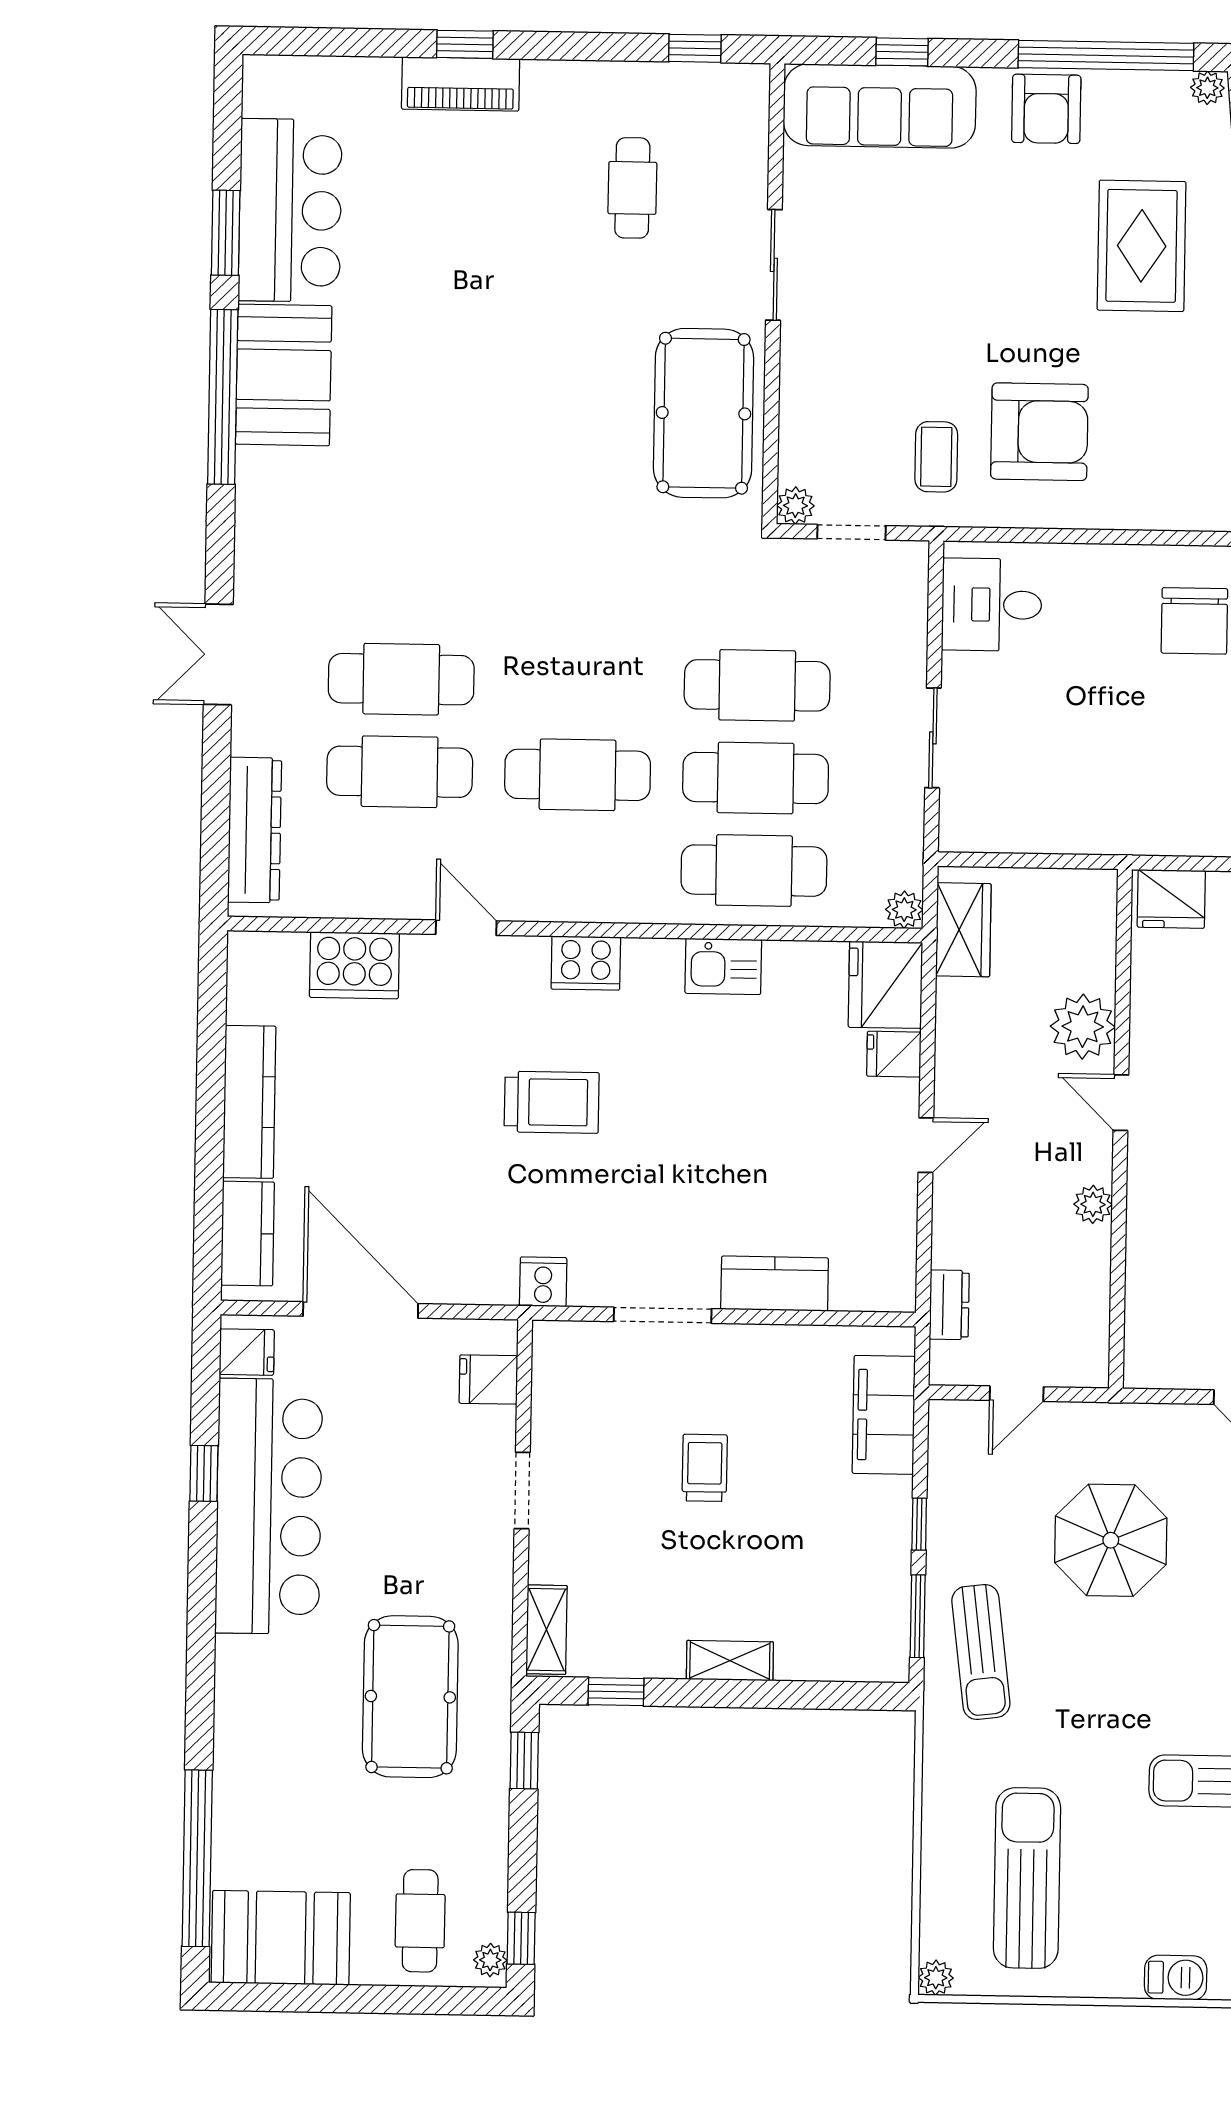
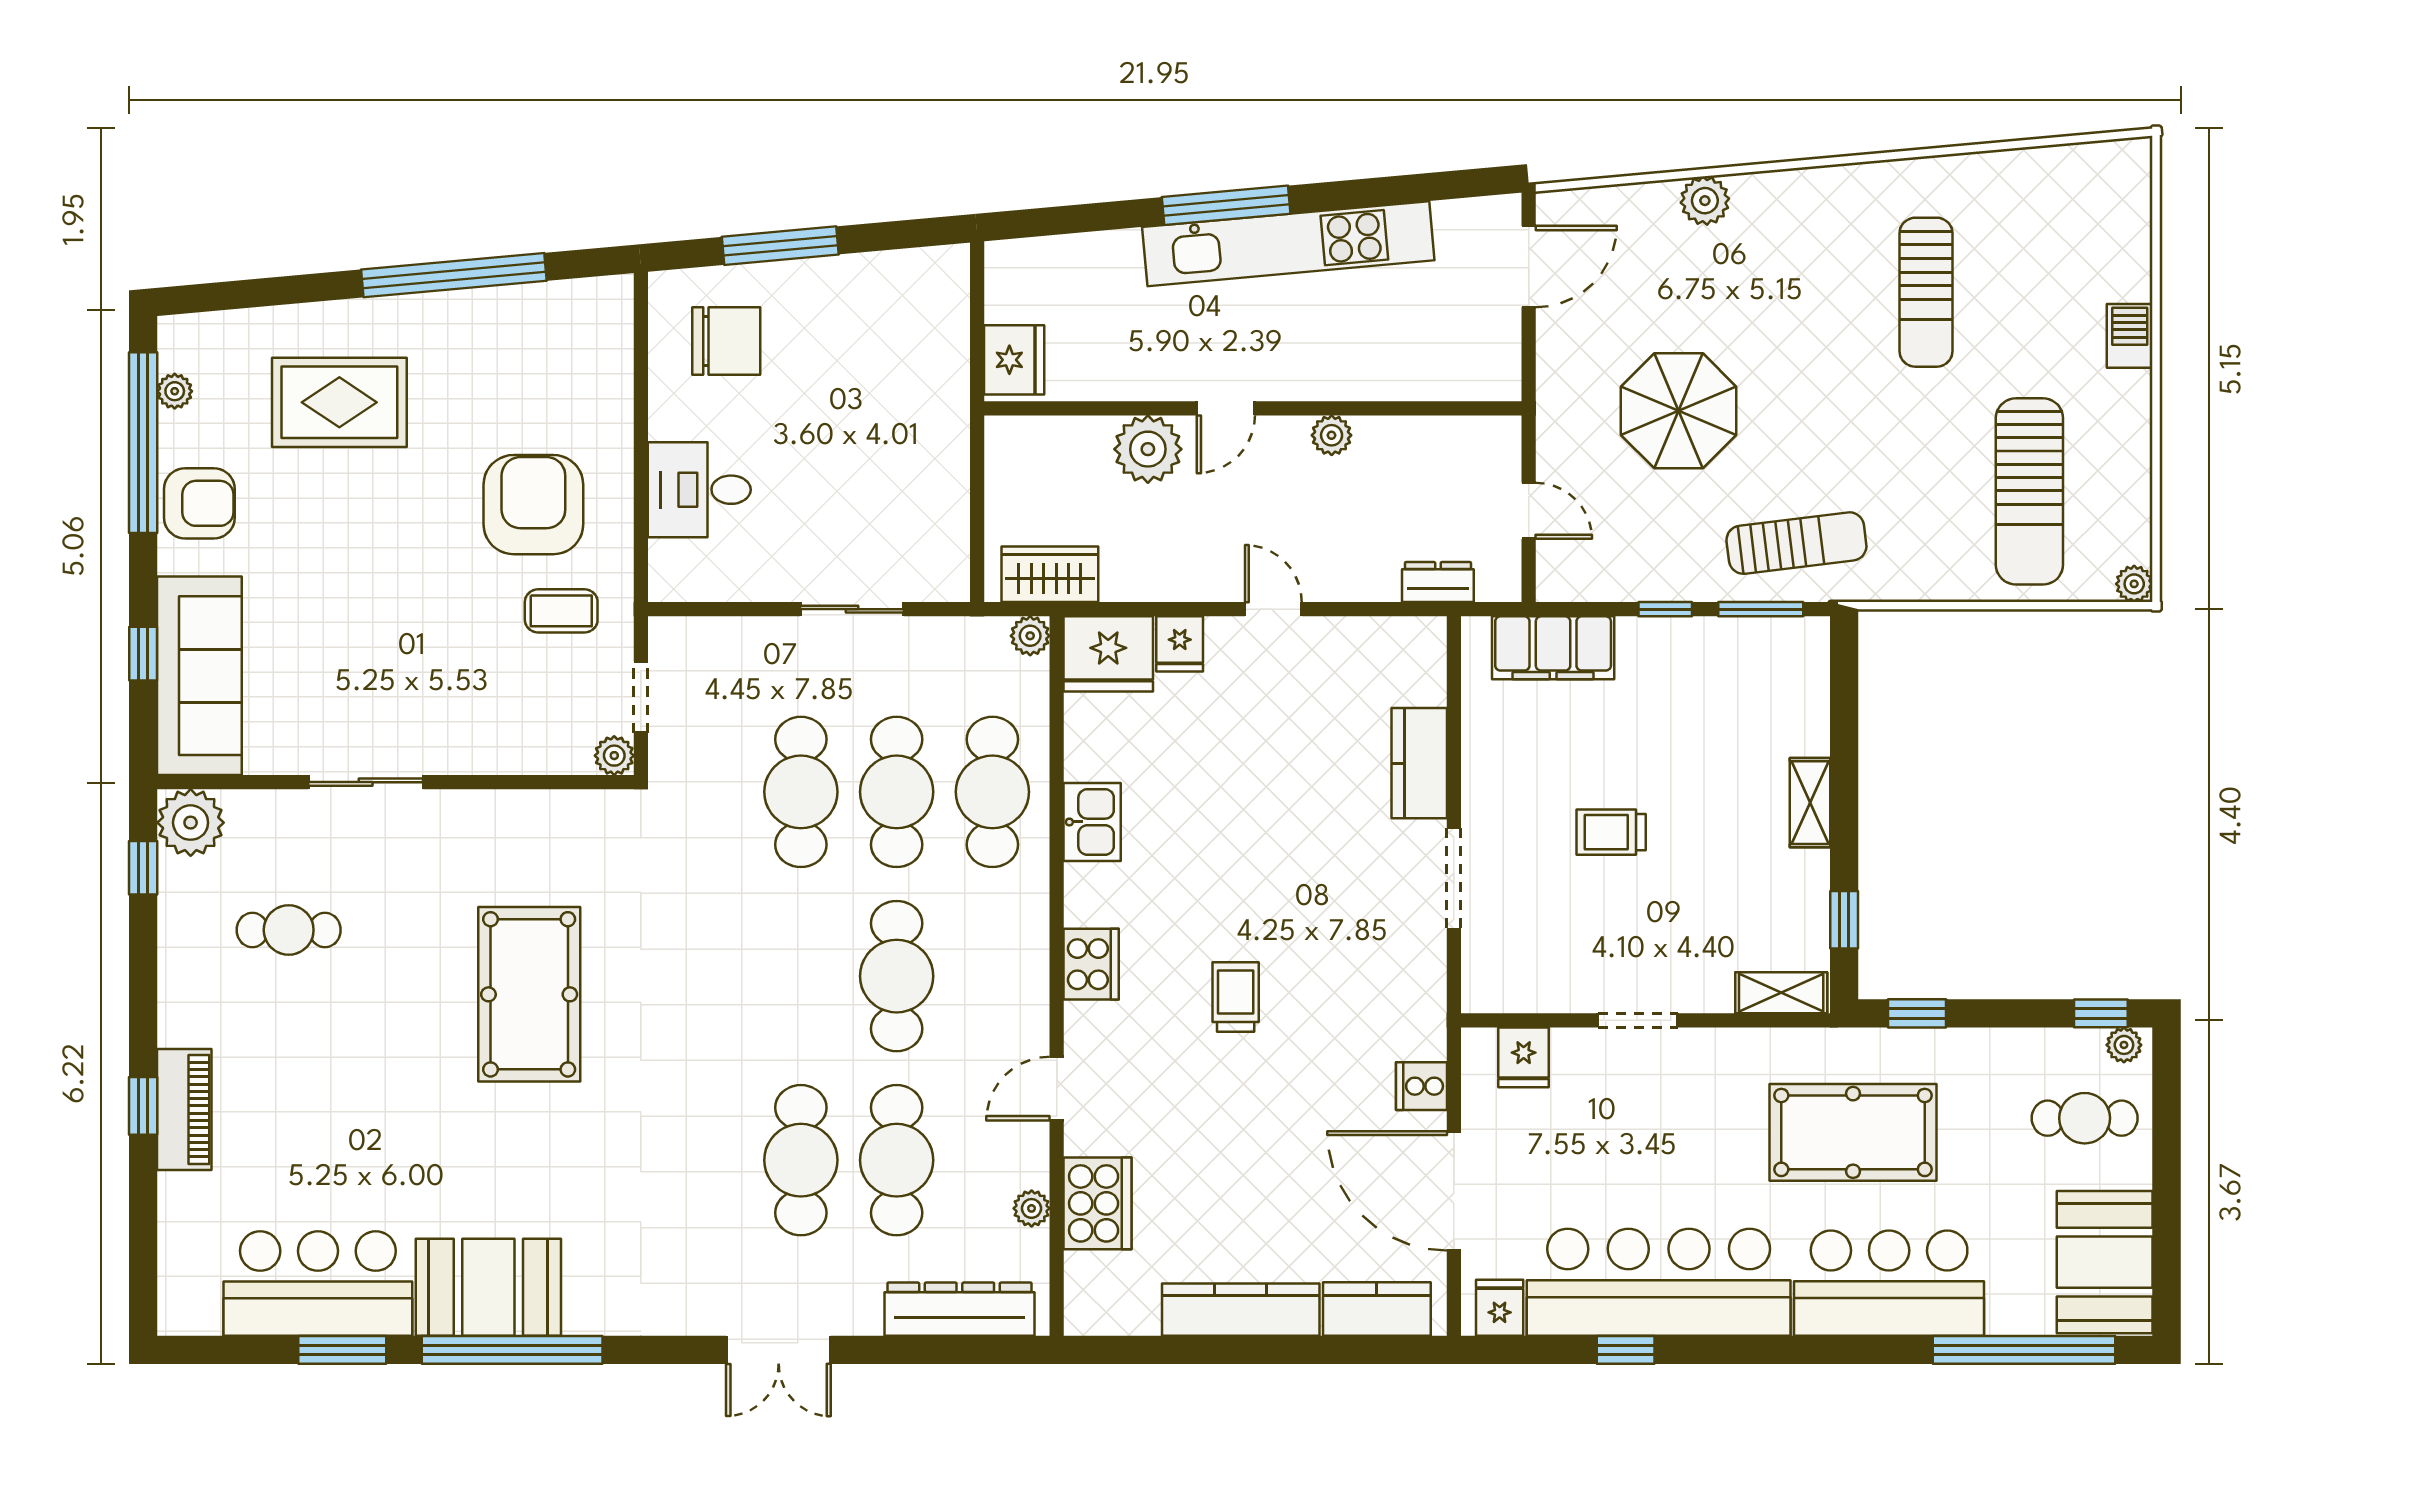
plant: (1207, 88) -> (175, 391), moved
plant: (738, 95) -> (191, 823), added
pool table: (703, 413) -> (529, 994), moved, turned 90
desk: (992, 605) -> (699, 490), moved, turned 90
plant: (351, 901) -> (1032, 1208), added
trolley: (552, 1102) -> (1236, 997), width x0.73, depth x0.72
cooker: (543, 1282) -> (1421, 1086), moved
door: (361, 1310) -> (1454, 1191), hinge flipped
bar counter: (264, 1729) -> (1889, 1283), added
sun lounger: (1027, 1878) -> (2029, 491), turned -90

